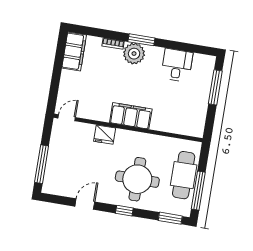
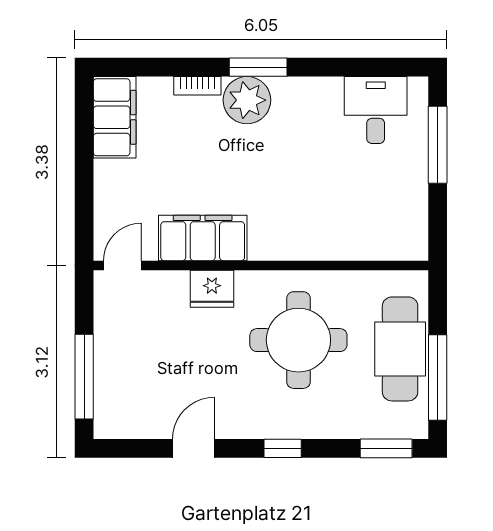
desk: (177, 65) -> (376, 110), moved
filing cabinet: (131, 116) -> (203, 238), moved
round table: (137, 179) -> (298, 340), moved

